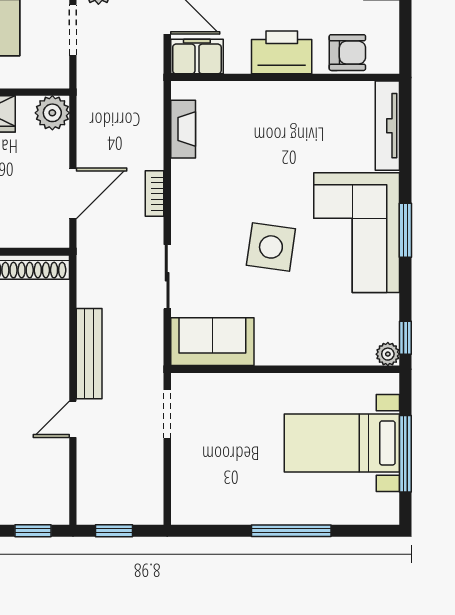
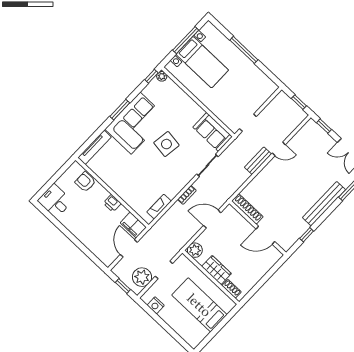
printer: (282, 52) -> (112, 203), width x0.53, depth x0.68
bench: (89, 354) -> (258, 161), width x0.73

